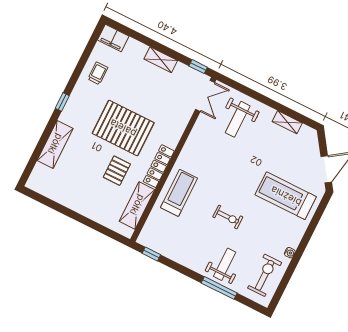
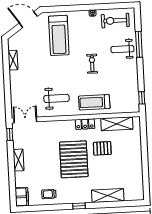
weight bench: (238, 119) -> (56, 98), moved
locker: (159, 166) -> (85, 124), width x0.66

